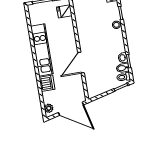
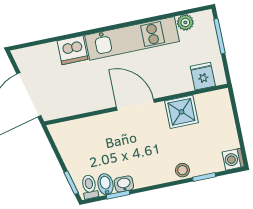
shower: (84, 24) -> (181, 112), added
door: (81, 63) -> (135, 105), moved
plant: (49, 108) -> (185, 22), moved

